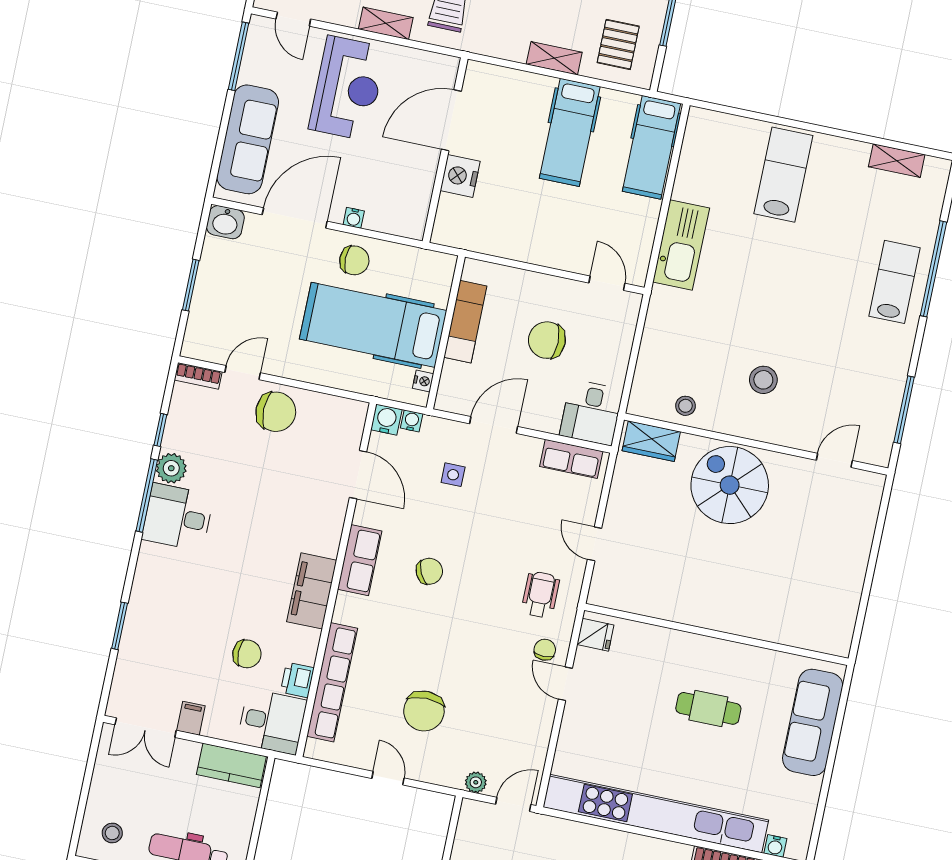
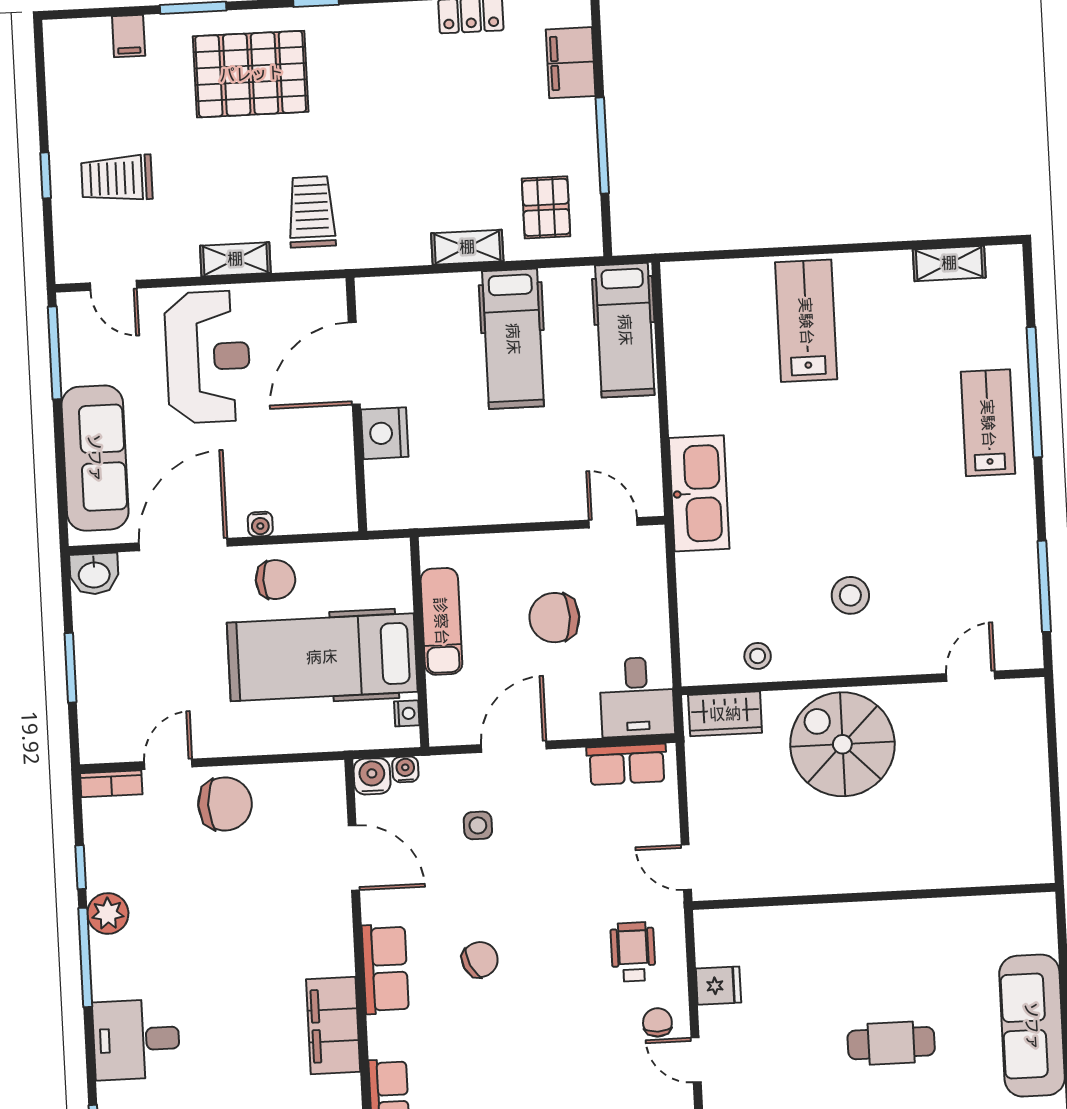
kitchen sink: (681, 245) -> (699, 493), moved
desk: (178, 517) -> (136, 1039), moved
wall: (716, 634) -> (874, 896), moved

